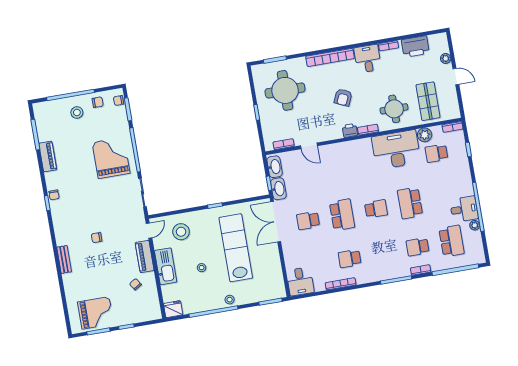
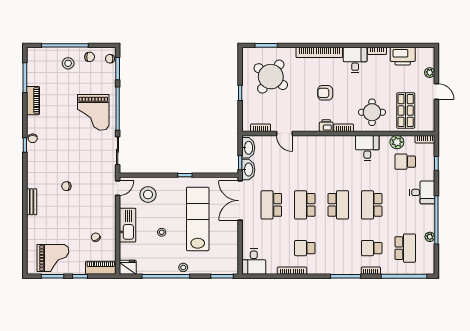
round table: (285, 90) -> (271, 77), turned 35
armchair: (343, 97) -> (325, 93), turned 66
desk: (396, 150) -> (367, 148), width x0.53, depth x0.77
grand piano: (111, 158) -> (93, 112), turned 180
school desk: (376, 209) -> (338, 205), width x1.85
desk: (464, 209) -> (422, 192), moved
school desk: (342, 215) -> (305, 205), turned 180
school desk: (308, 221) -> (271, 205), width x1.85
piano: (145, 256) -> (101, 268), moved, turned 90

